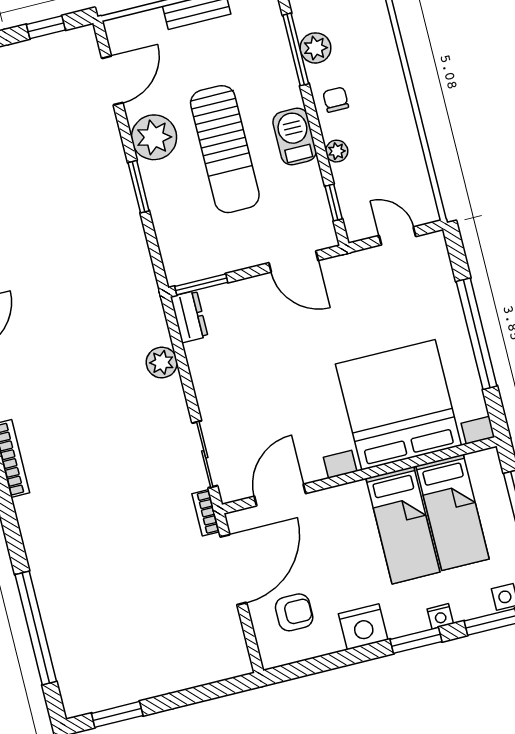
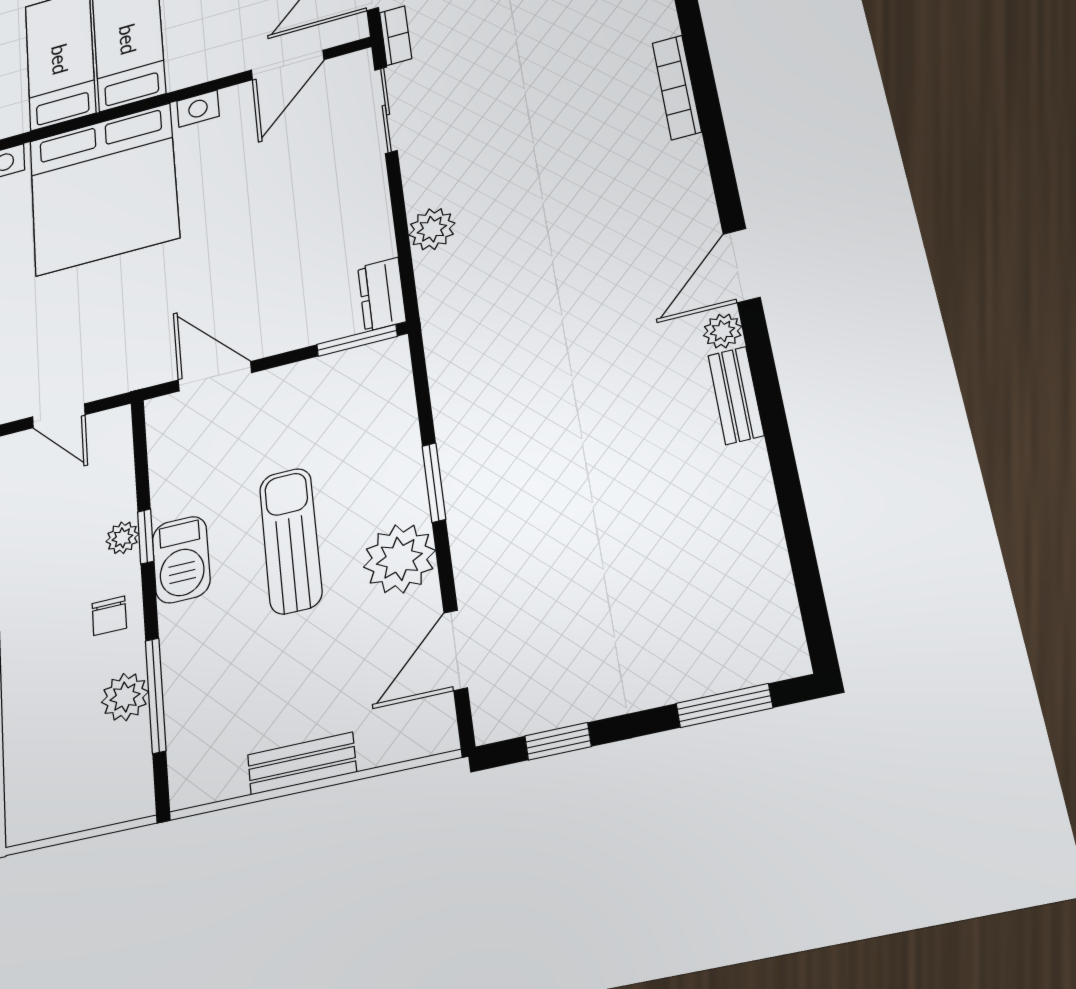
sun lounger: (225, 149) -> (291, 541), width x0.73, depth x0.75
window: (334, 203) -> (146, 536), moved

